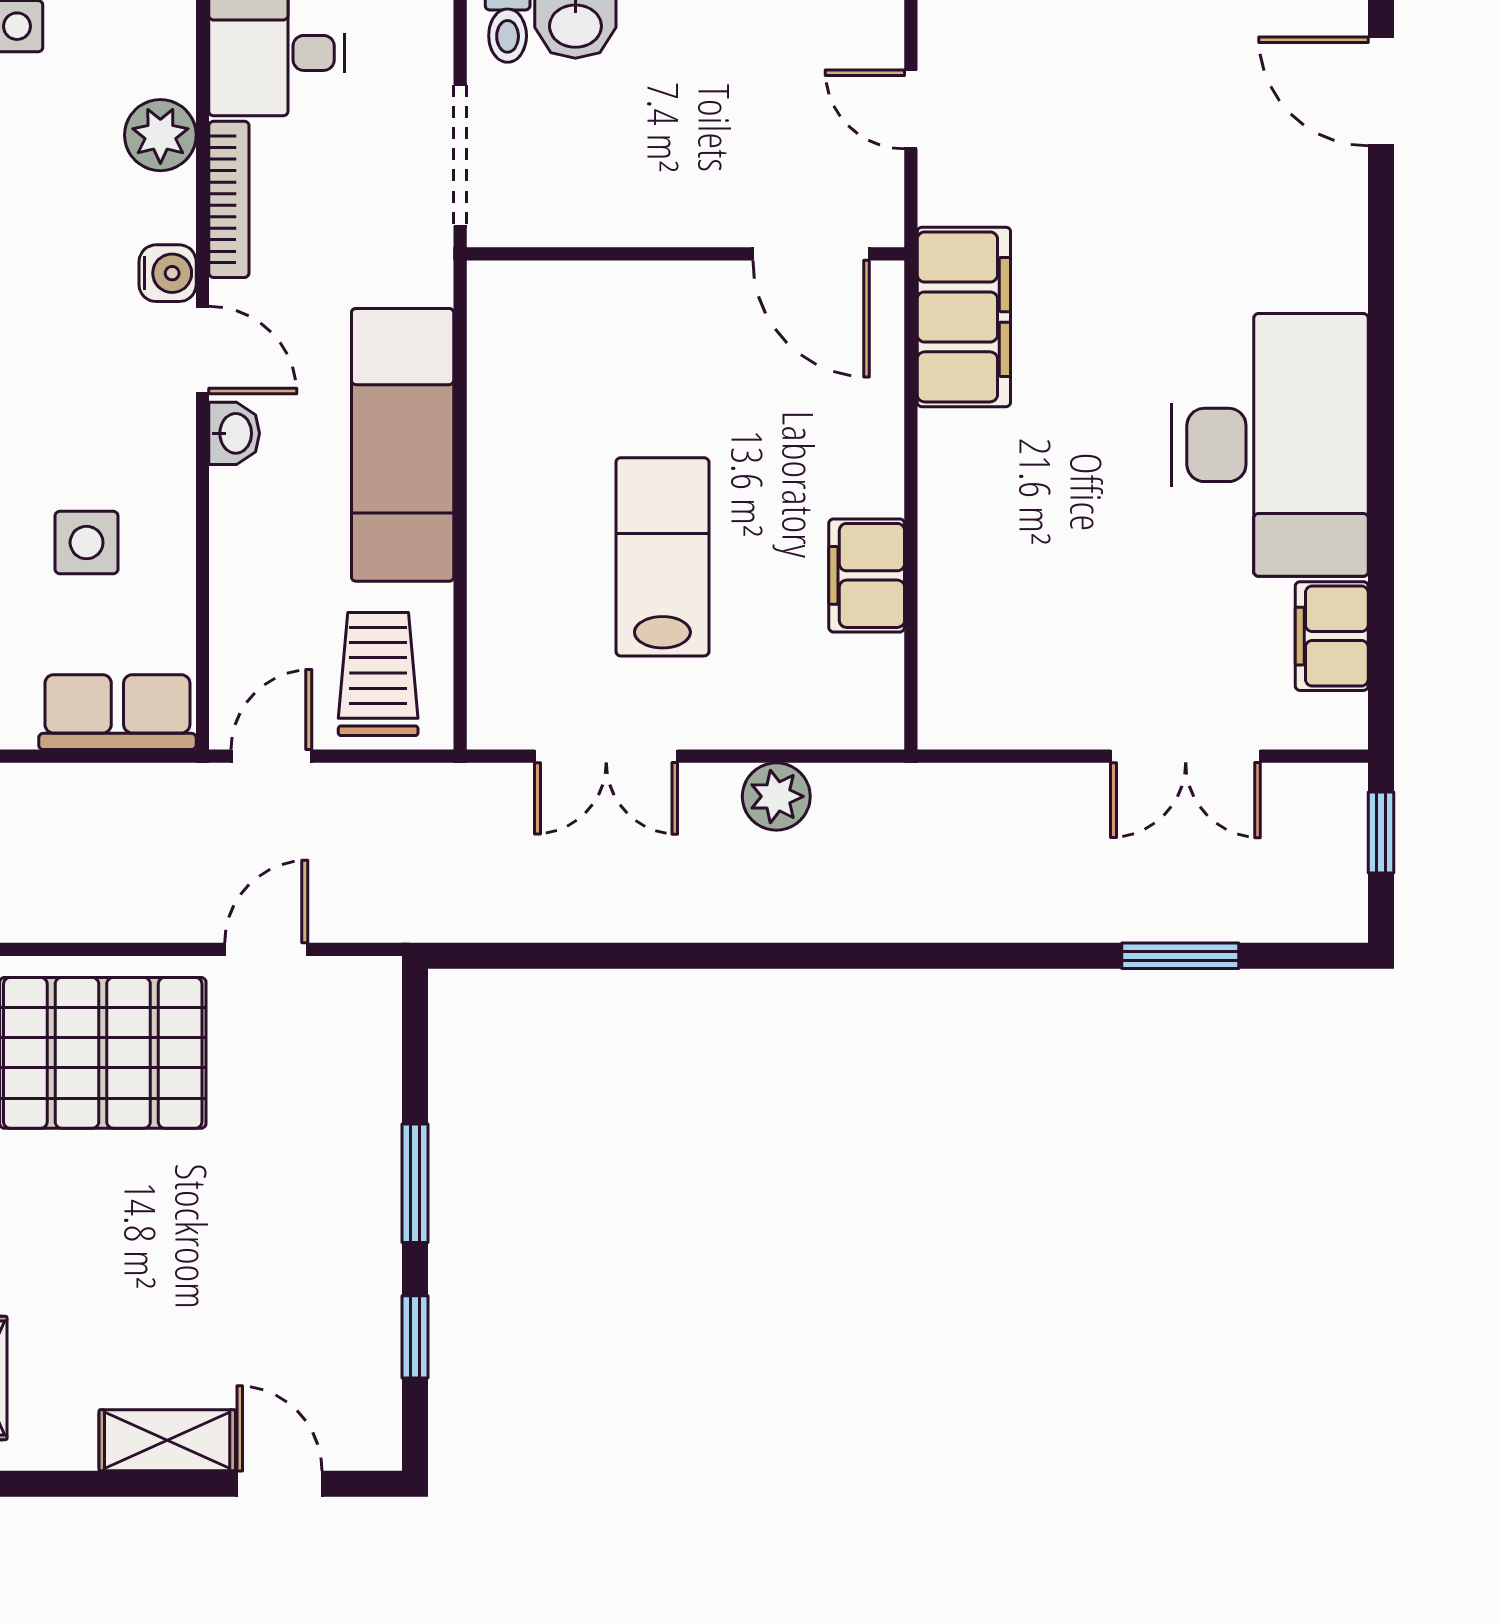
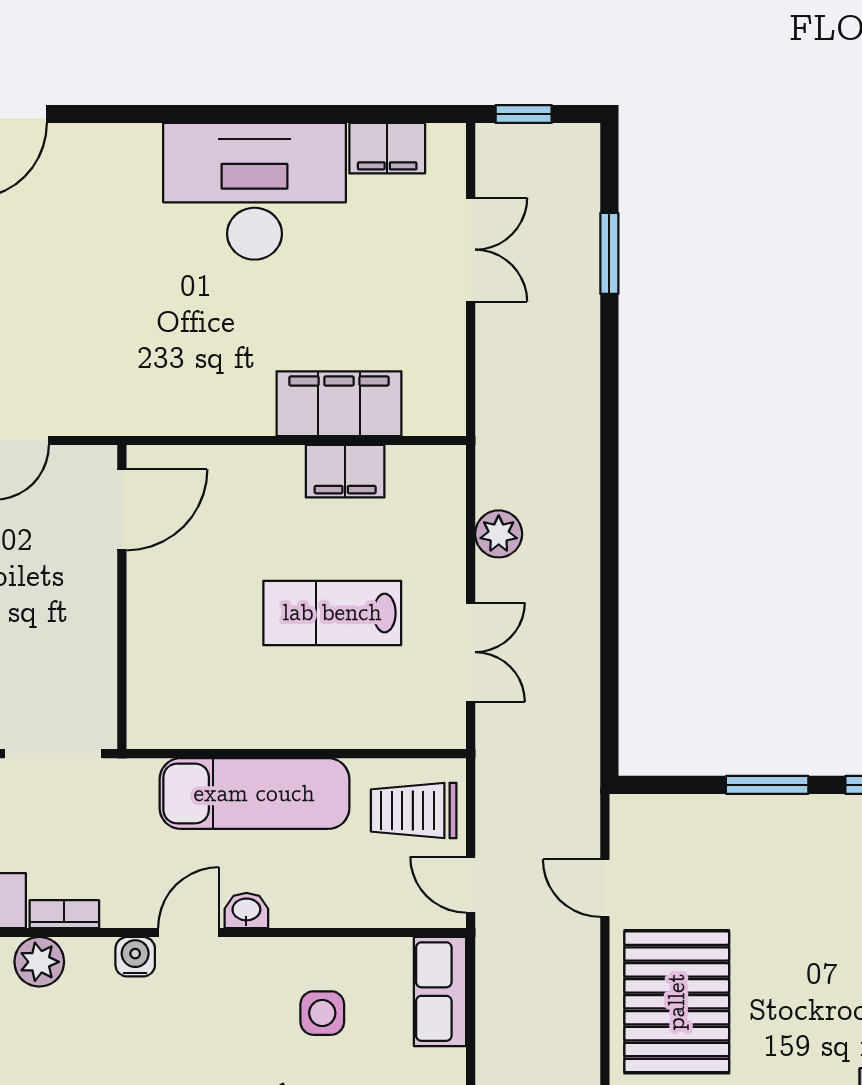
bookcase: (229, 199) -> (64, 914), width x0.64
filing cabinet: (964, 317) -> (339, 404), moved

